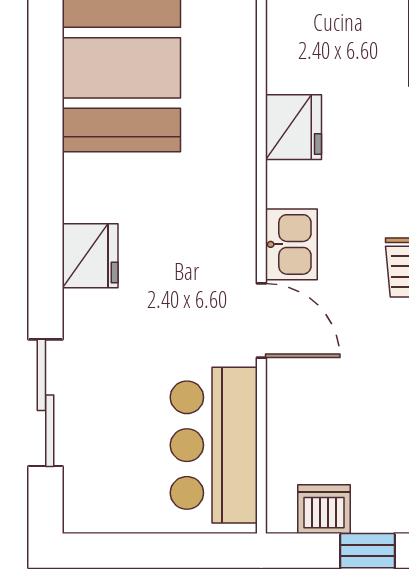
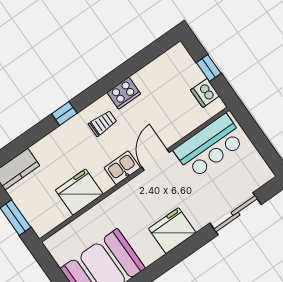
fridge: (293, 127) -> (79, 192), width x1.36, depth x1.34
fridge: (90, 256) -> (172, 231), width x1.36, depth x1.34

